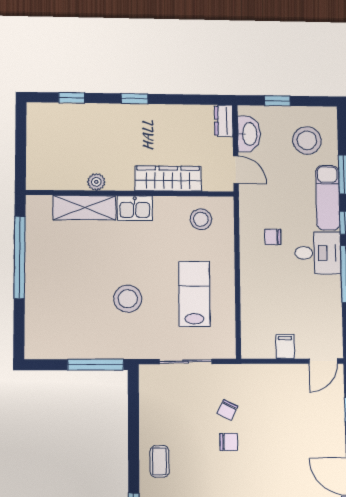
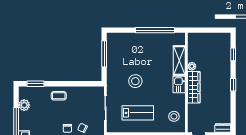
wardrobe: (168, 179) -> (194, 87), moved
window: (96, 365) -> (104, 54), moved

